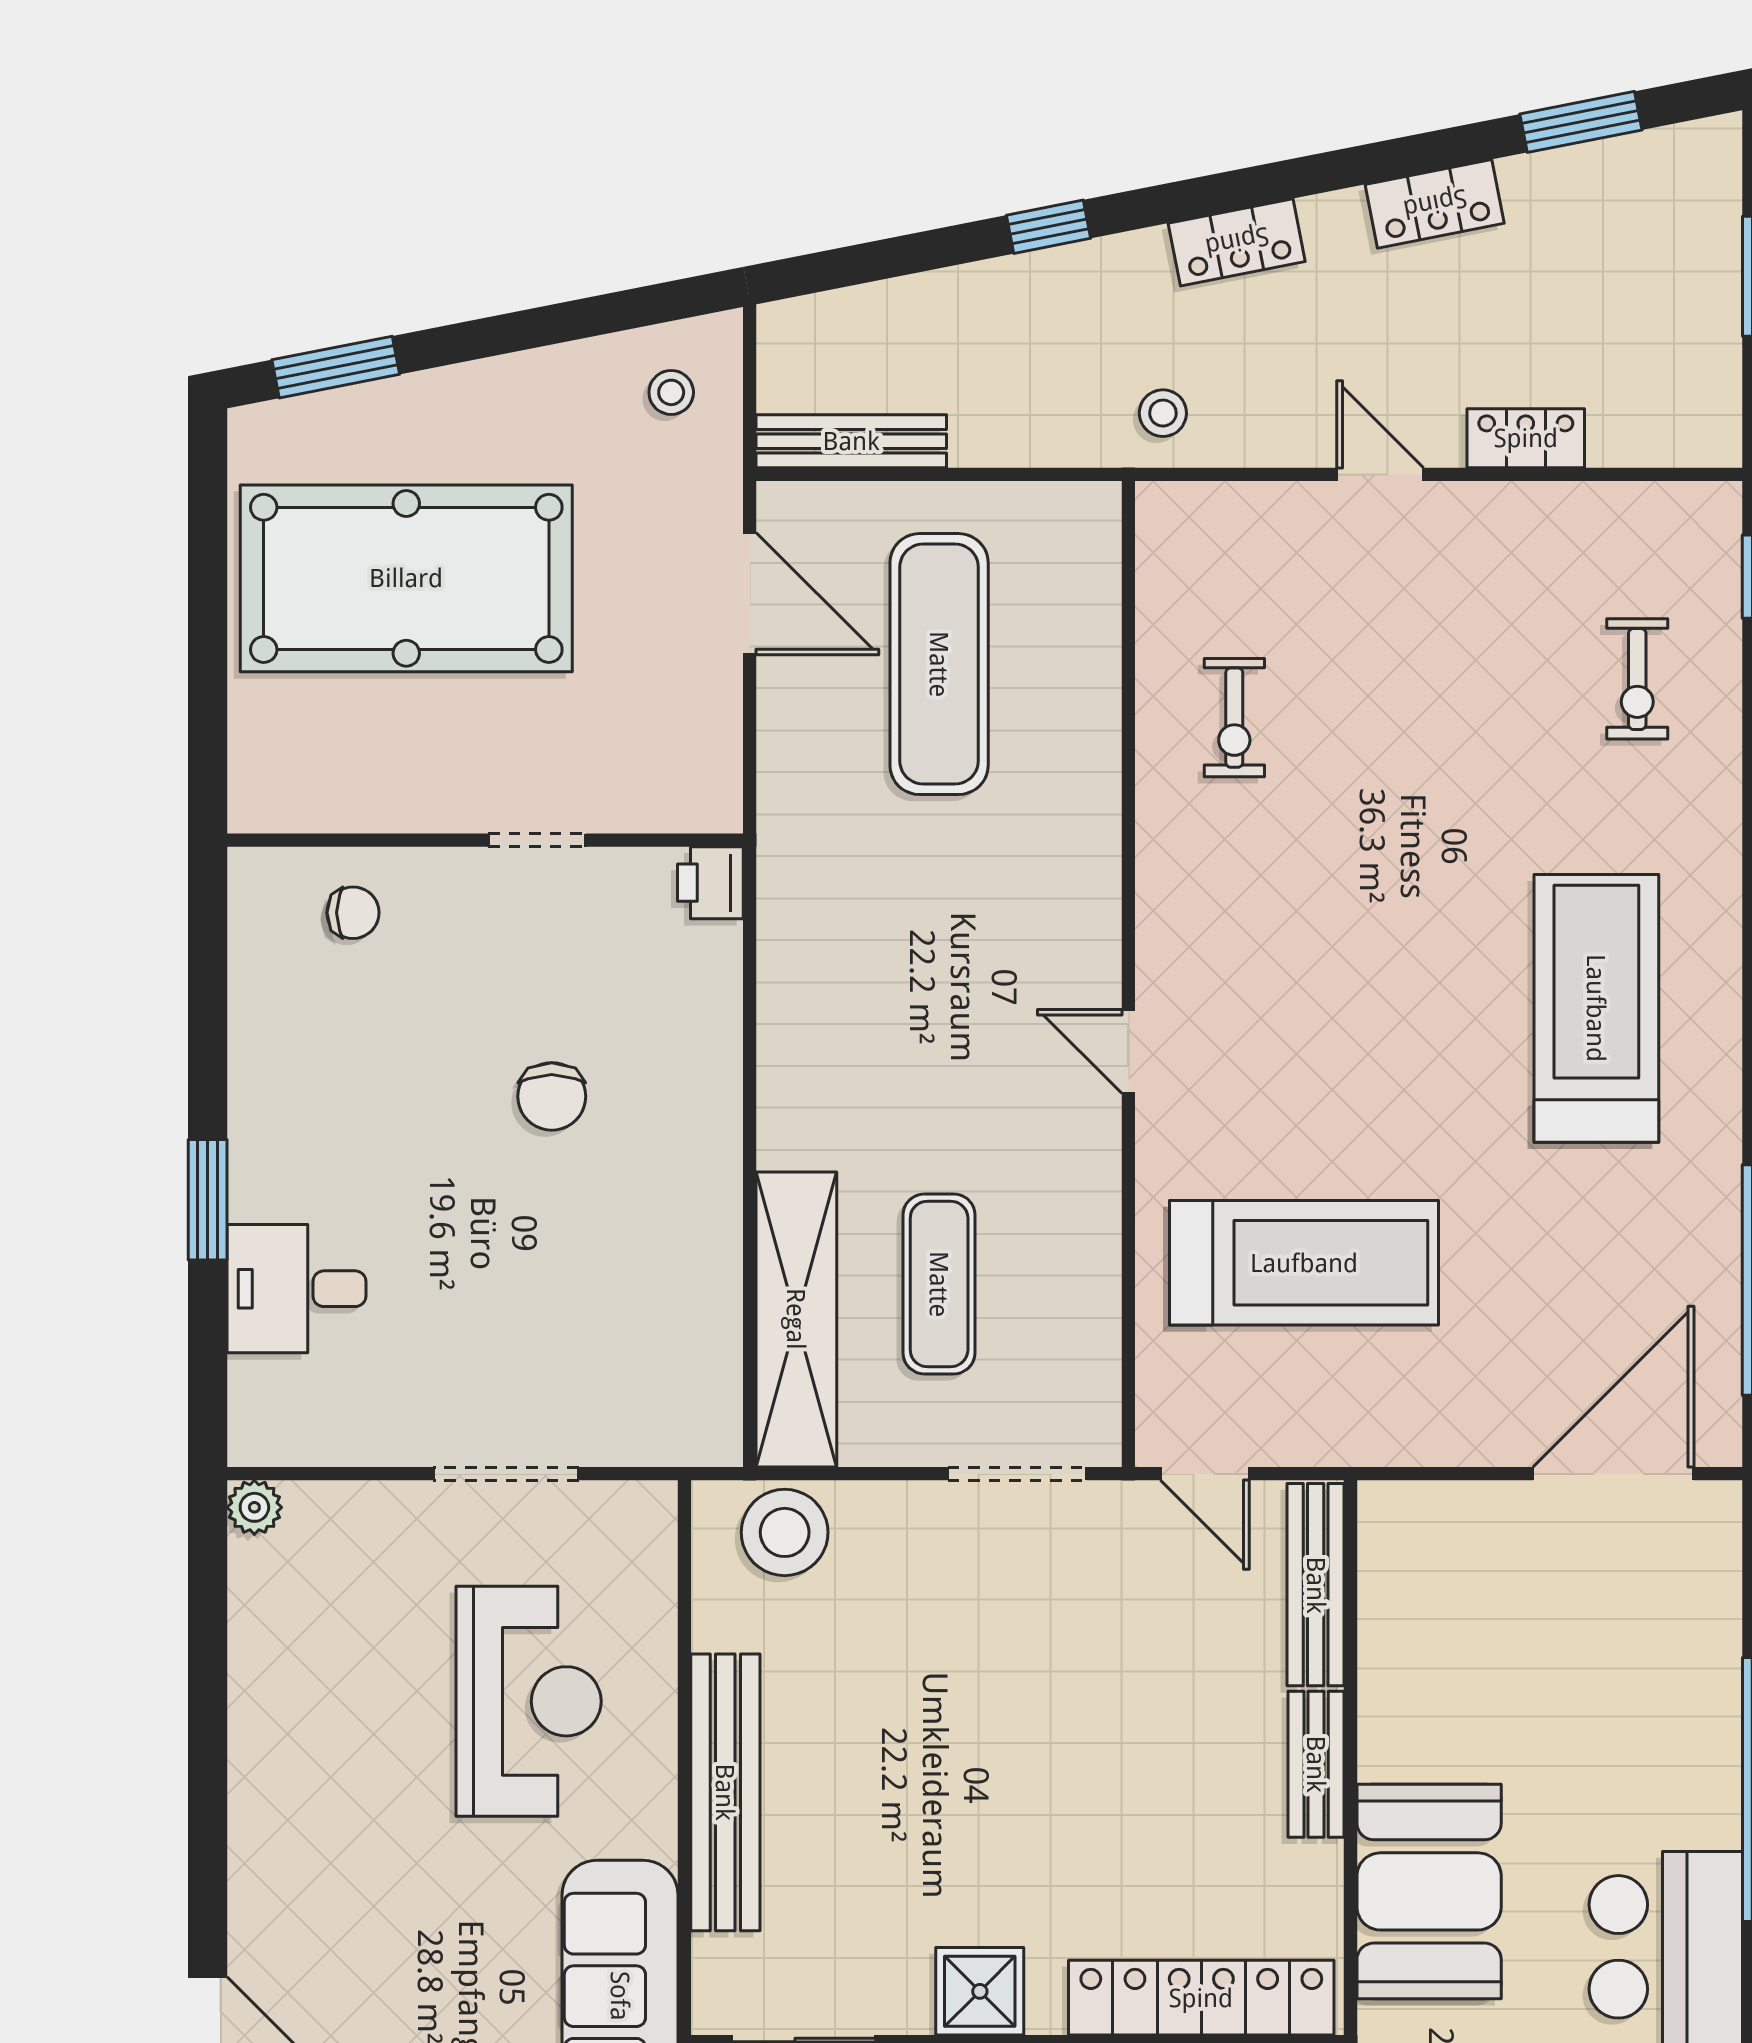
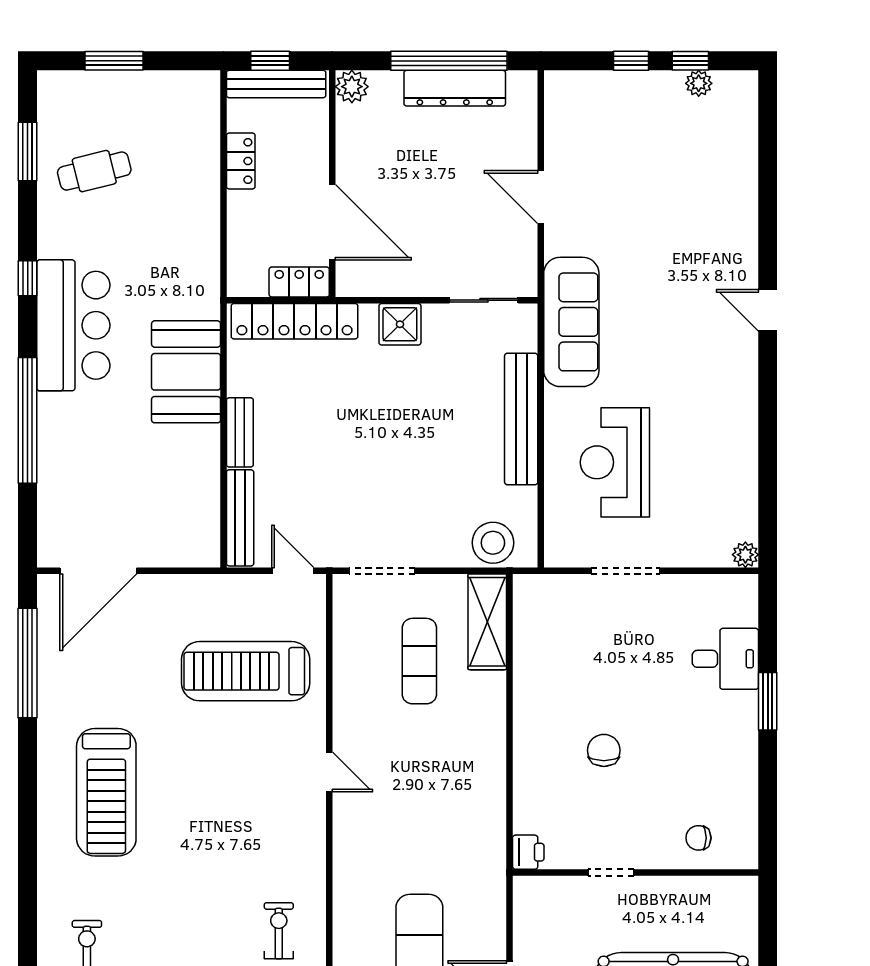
shelving: (796, 1319) -> (487, 622), width x0.68

